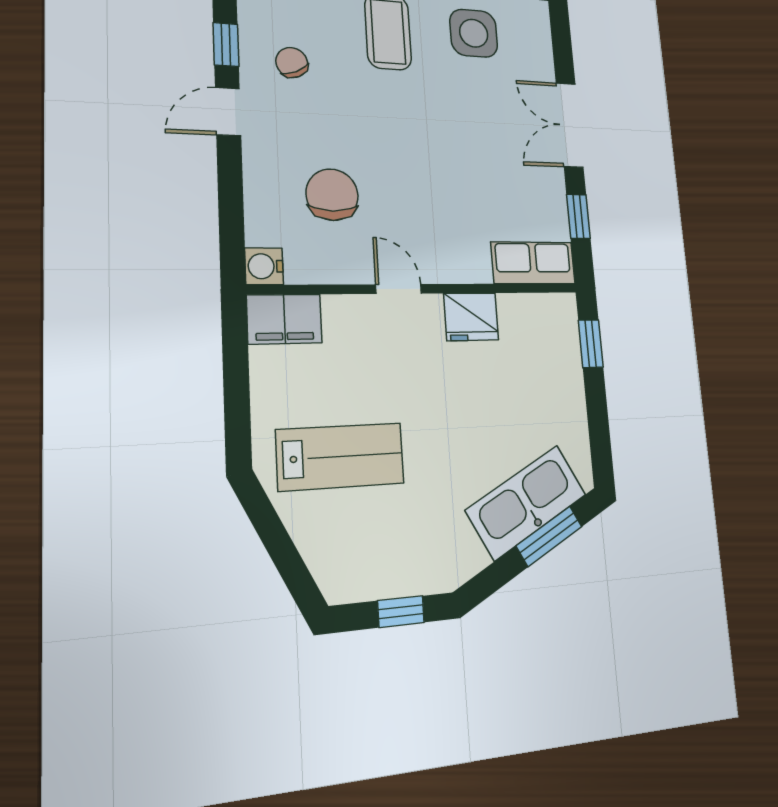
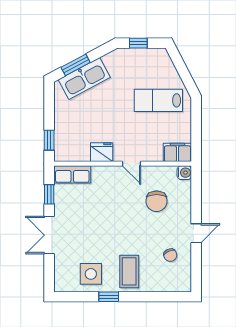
window: (226, 45) -> (196, 261), removed
double door: (570, 125) -> (49, 235), swing flipped

